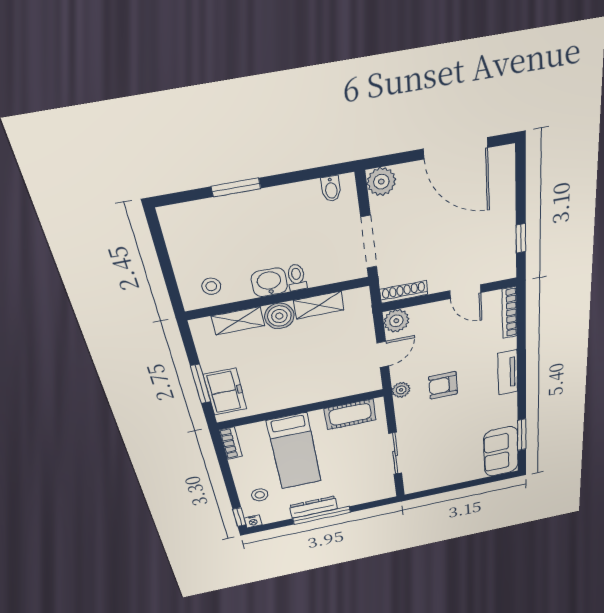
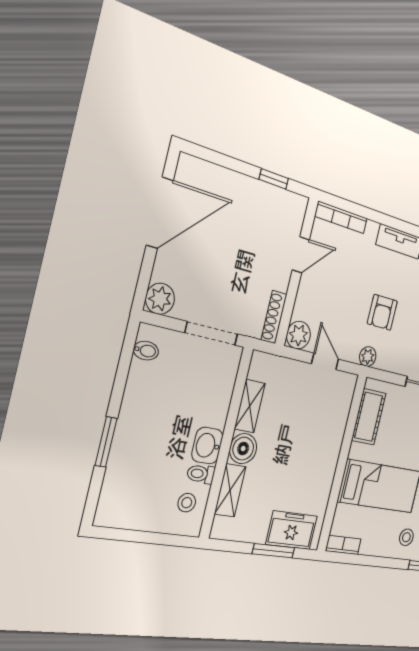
toilet: (297, 277) -> (201, 474), moved

